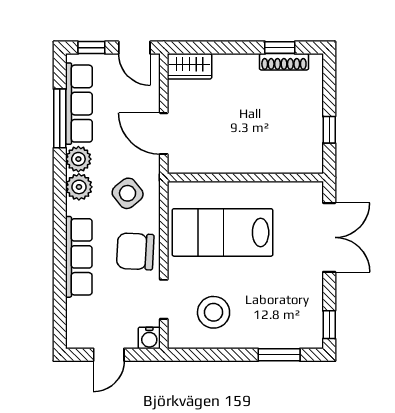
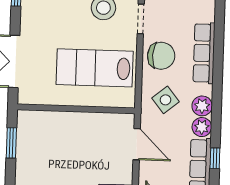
window: (60, 118) -> (215, 158), width x0.46
window: (329, 130) -> (11, 143), width x1.50
lab bench: (222, 232) -> (95, 68), turned 180

